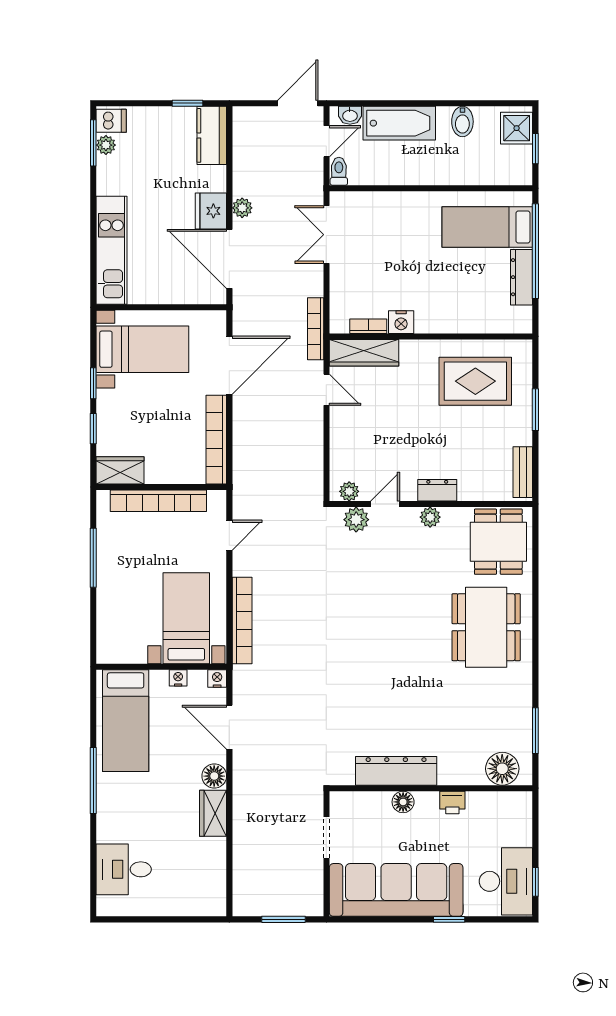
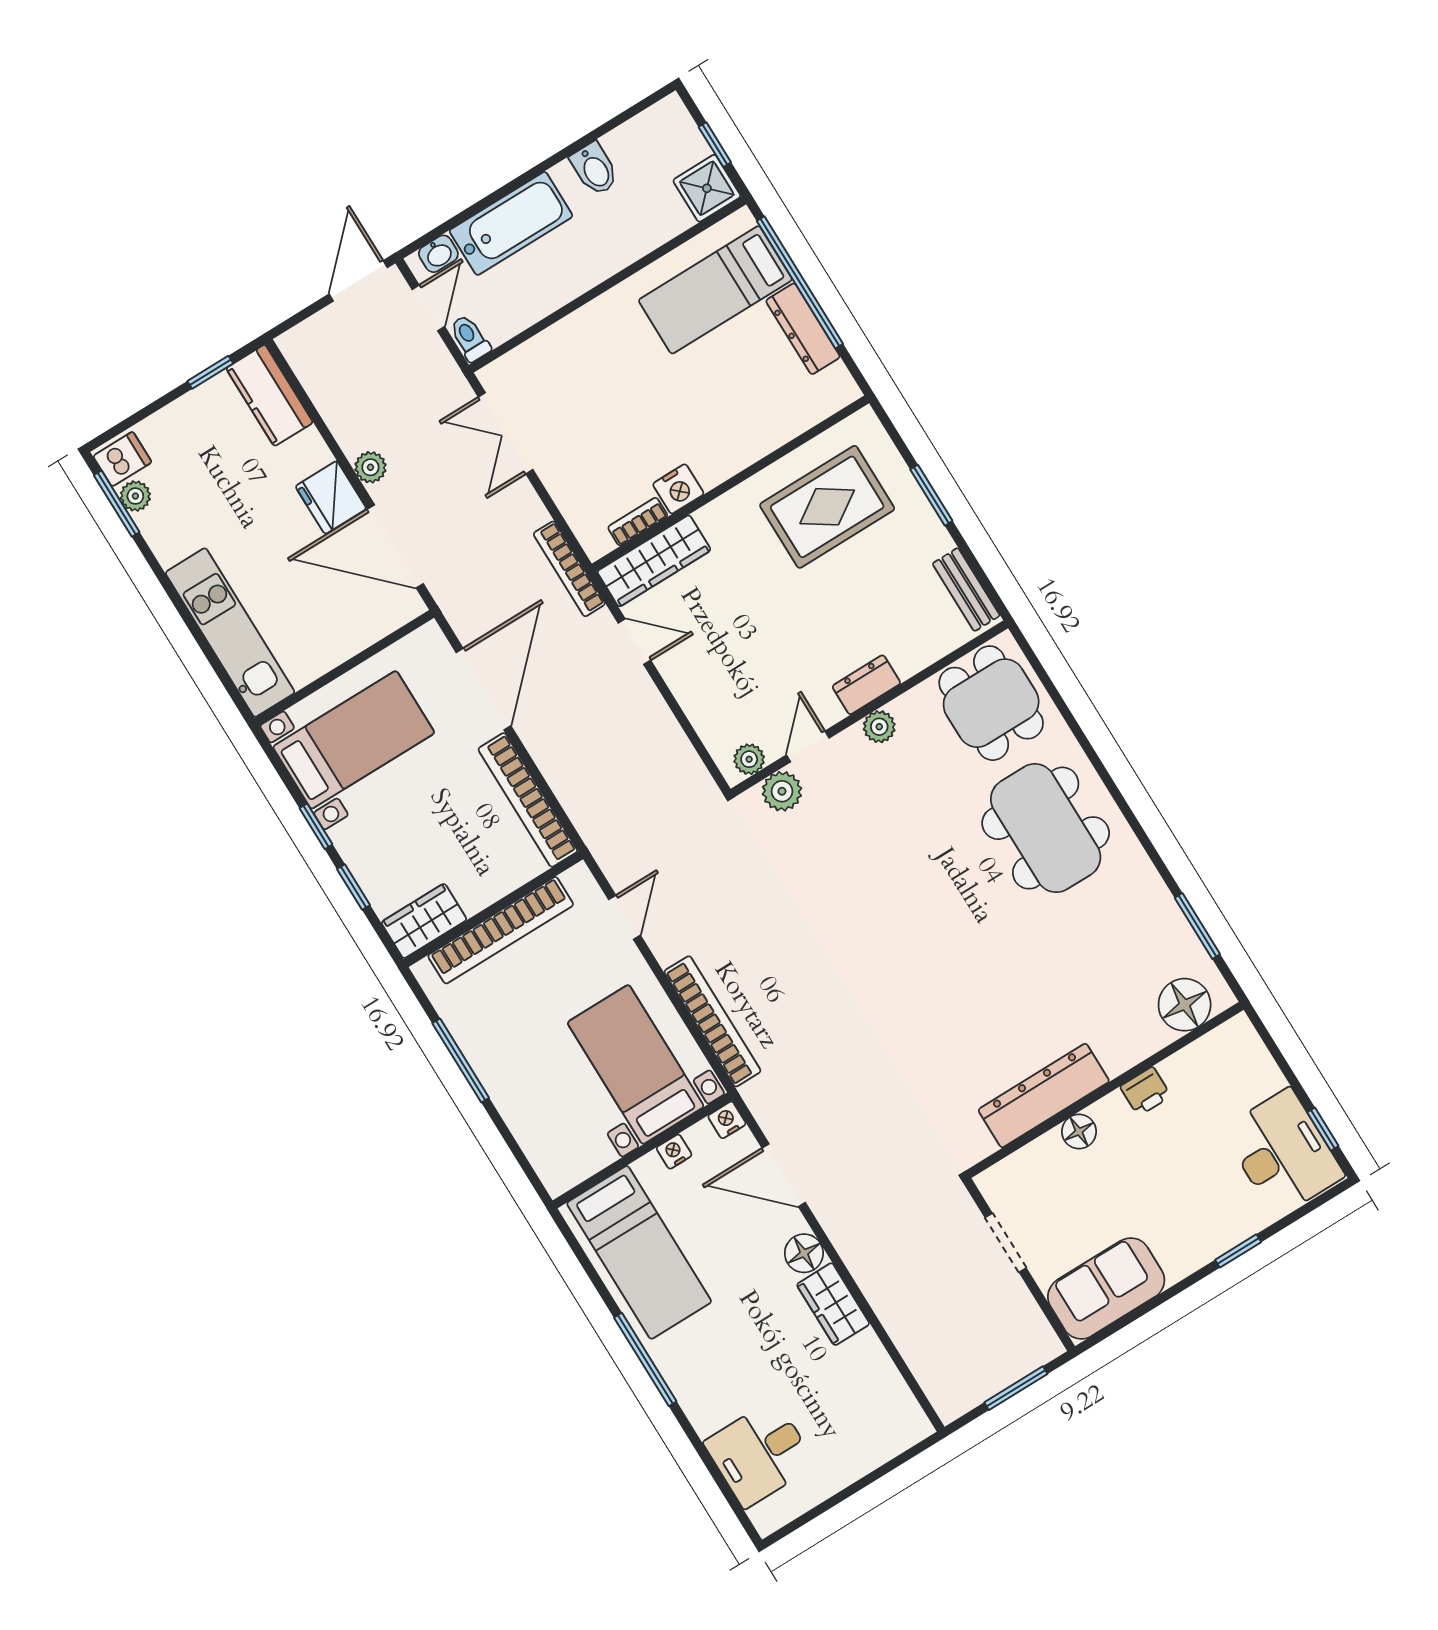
shower: (517, 128) -> (707, 188), moved
sofa: (396, 890) -> (1106, 1288), width x0.54, depth x0.79

